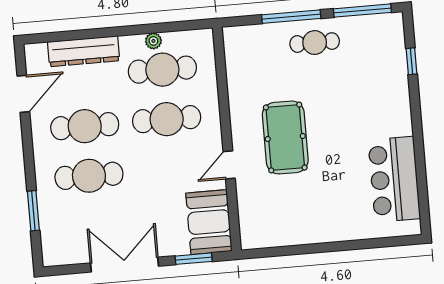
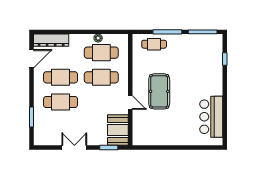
cafe table: (315, 43) -> (154, 44), moved
dresser: (84, 51) -> (51, 40), moved
door: (229, 165) -> (130, 103), swing flipped
double door: (125, 265) -> (74, 147), width x0.73

